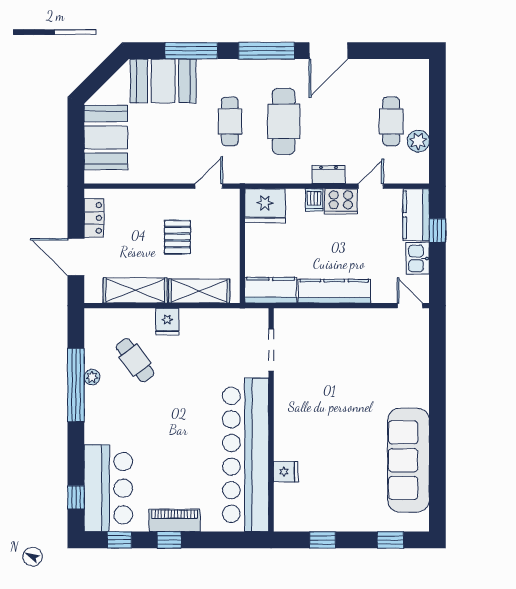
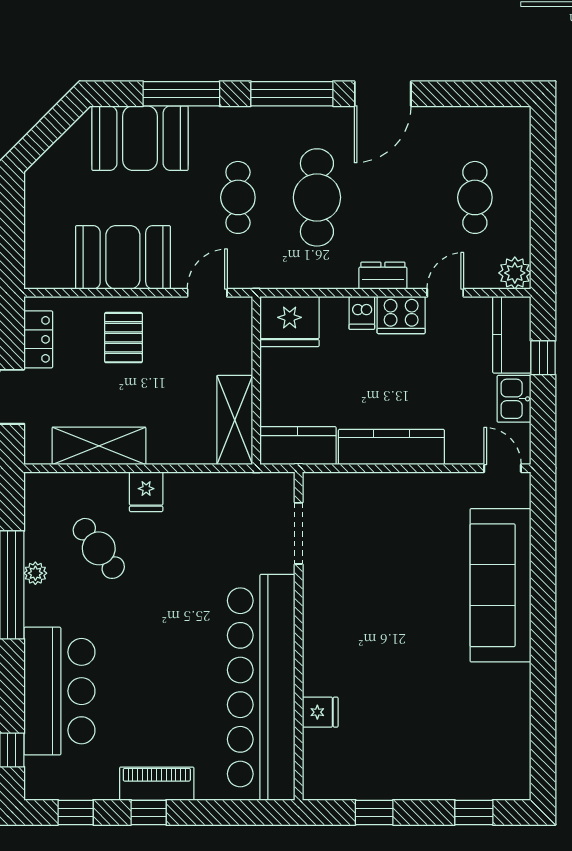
booth: (106, 137) -> (123, 257), moved, turned 90
plant: (418, 141) -> (515, 273), moved
pallet: (177, 237) -> (123, 338), moved
shelving: (199, 291) -> (235, 420), moved, turned 90
sofa: (409, 460) -> (500, 585), moved
bar counter: (108, 488) -> (59, 691), moved

